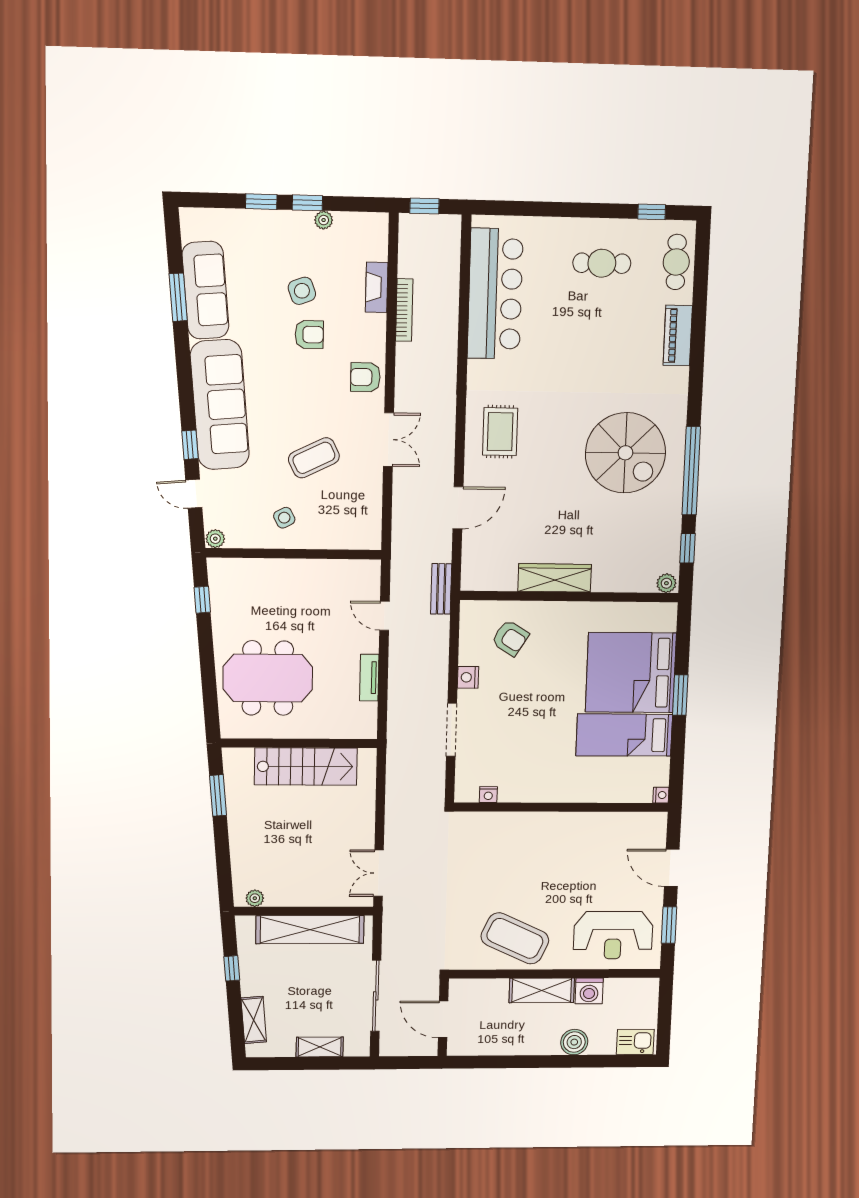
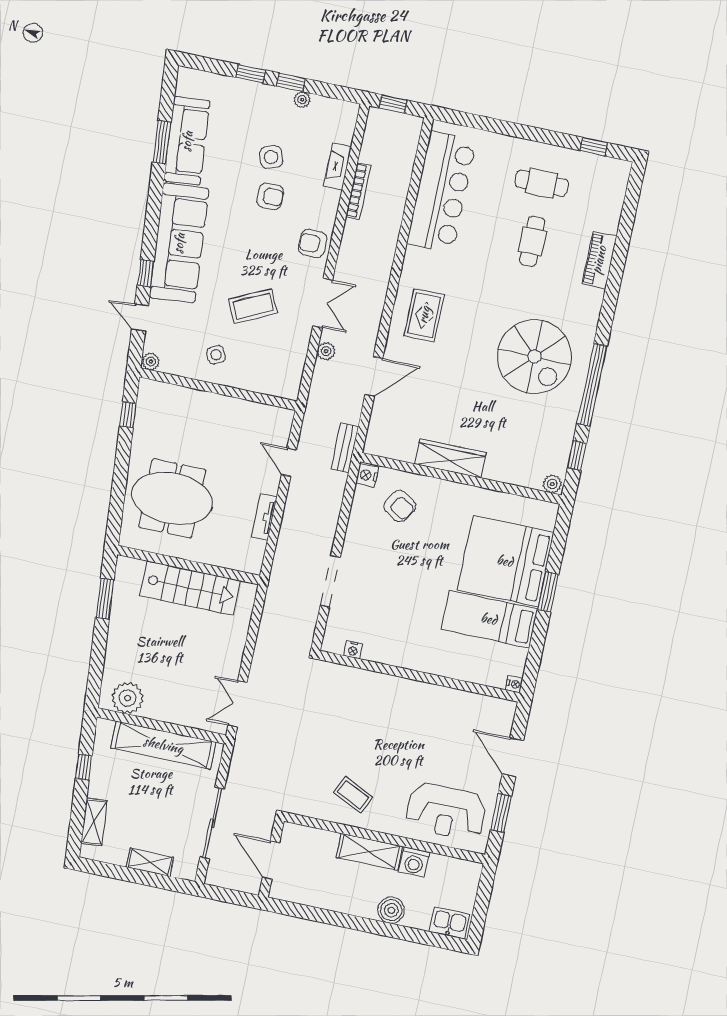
cafe table: (676, 262) -> (532, 241), moved
plant: (402, 491) -> (326, 351), added
nightstand: (468, 677) -> (367, 475), moved
plant: (255, 898) -> (128, 698), width x1.88, depth x1.88
coffee table: (515, 938) -> (353, 795), width x0.54, depth x0.58

